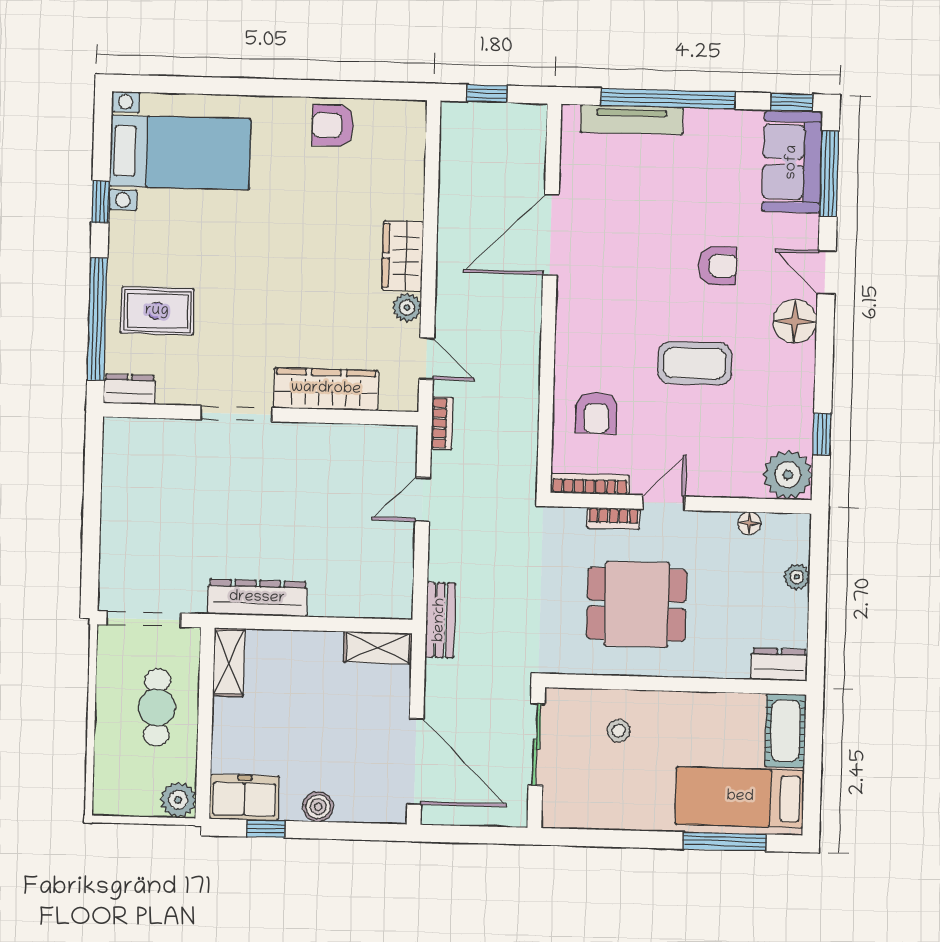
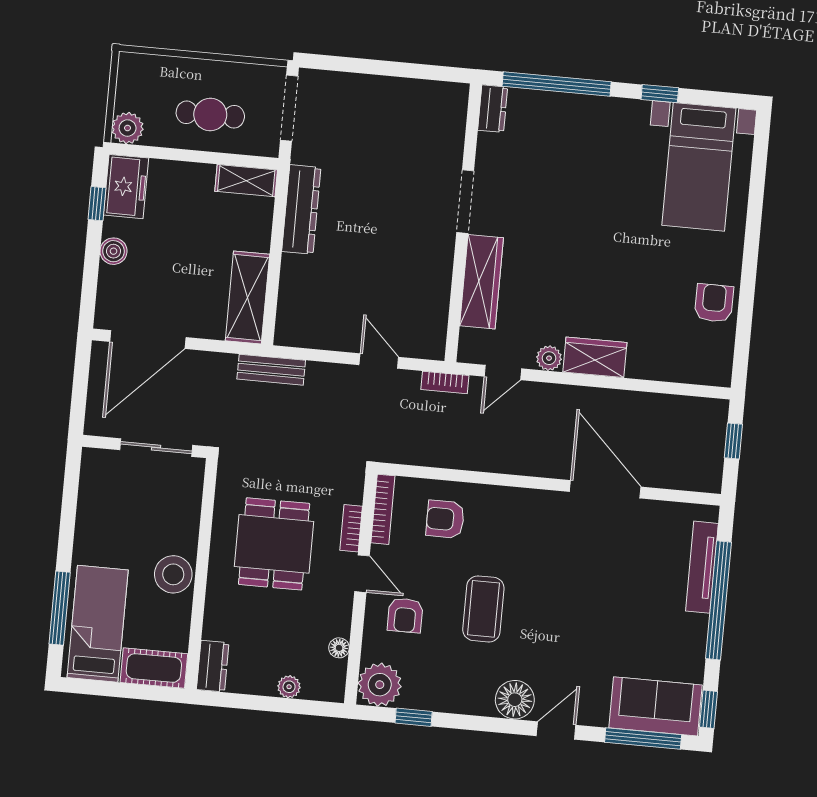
armchair: (718, 266) -> (405, 615), moved
rug: (157, 311) -> (560, 138), removed
shelving: (378, 648) -> (247, 297), width x1.50, depth x1.33
stool: (619, 731) -> (173, 574), moved, width x1.89, depth x1.89

